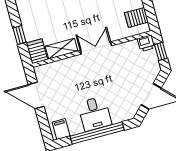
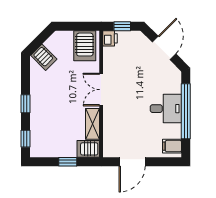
server rack: (136, 17) -> (85, 46), width x1.36, depth x1.44

